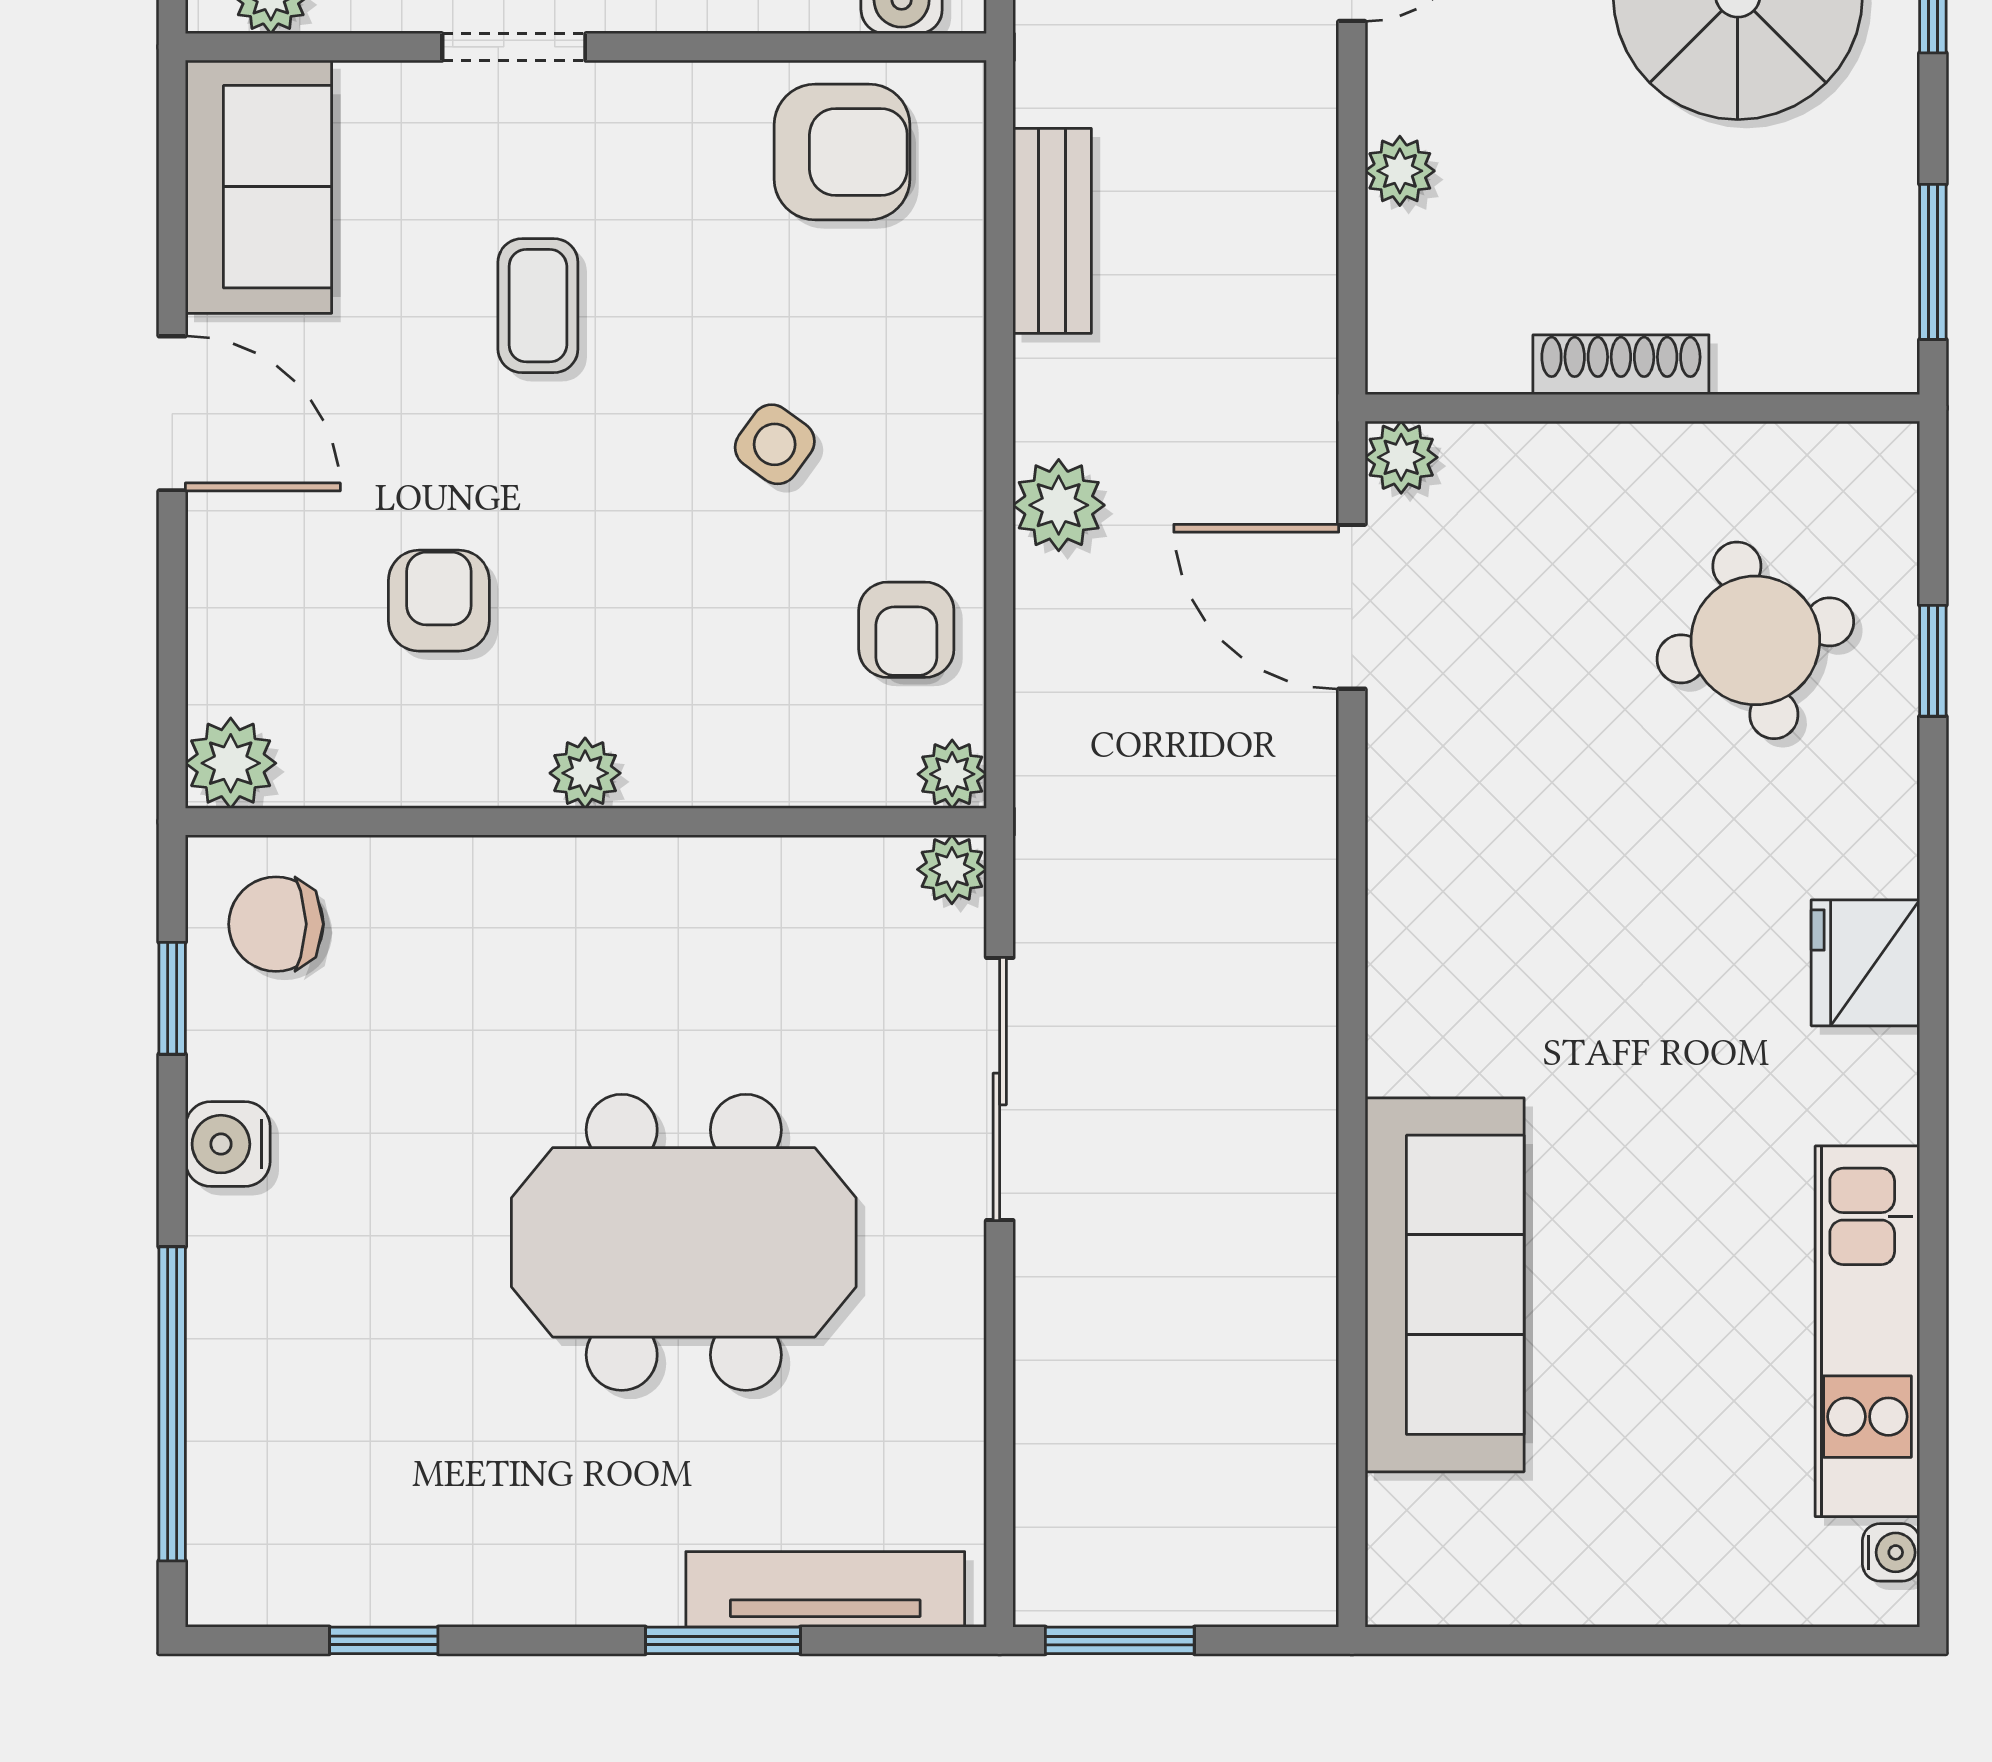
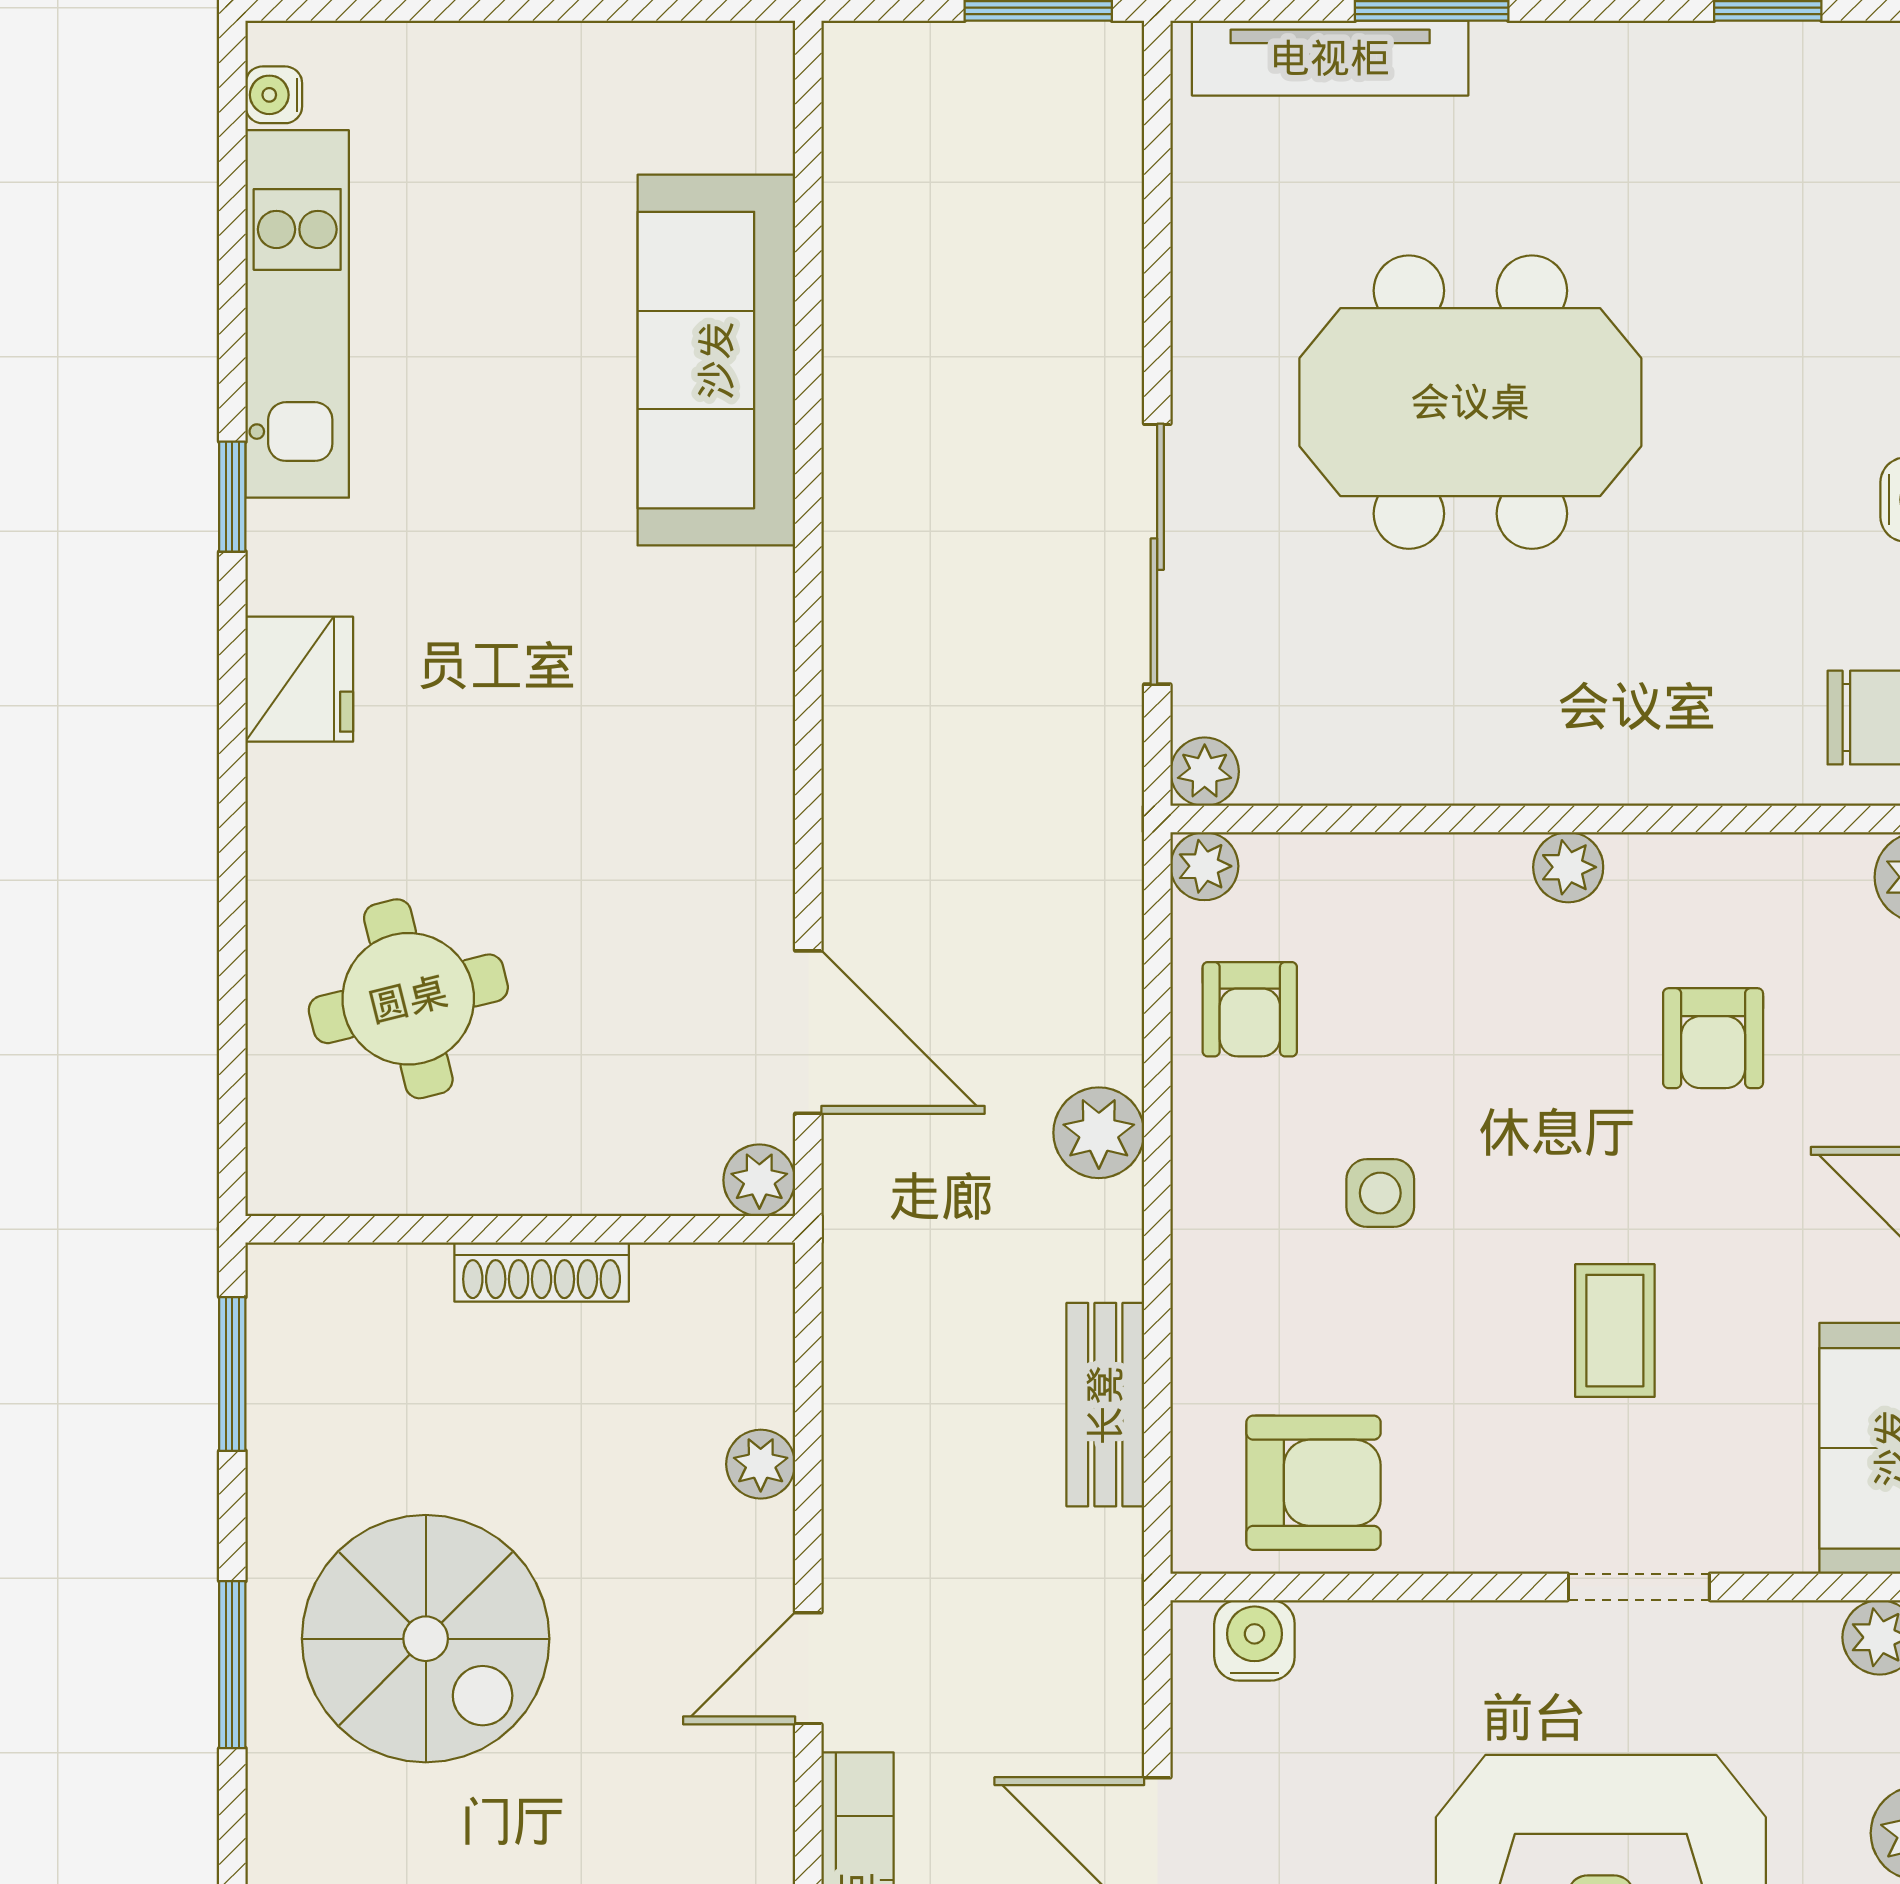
armchair: (842, 152) -> (1313, 1483), turned 180
side table: (775, 444) -> (1380, 1193), turned -36
armchair: (906, 630) -> (1250, 1009), turned 180
window: (1933, 661) -> (232, 497), moved

